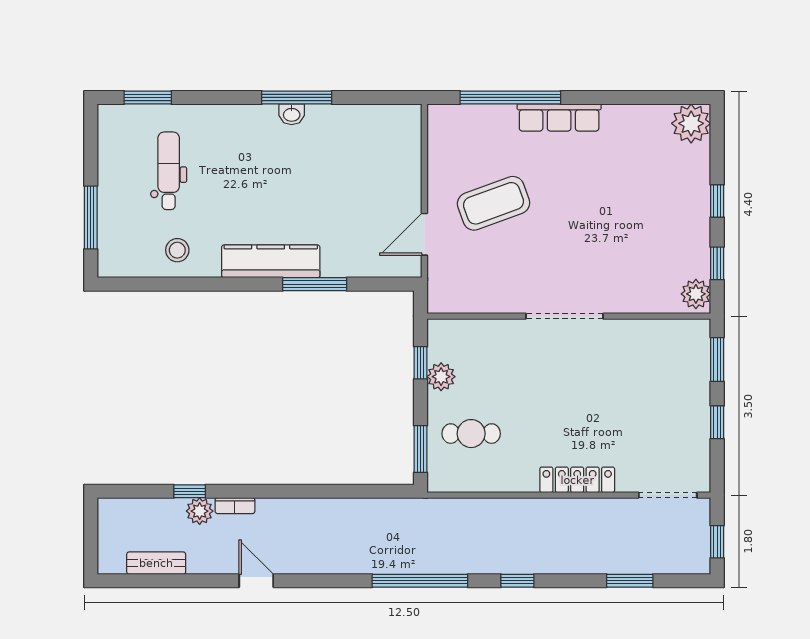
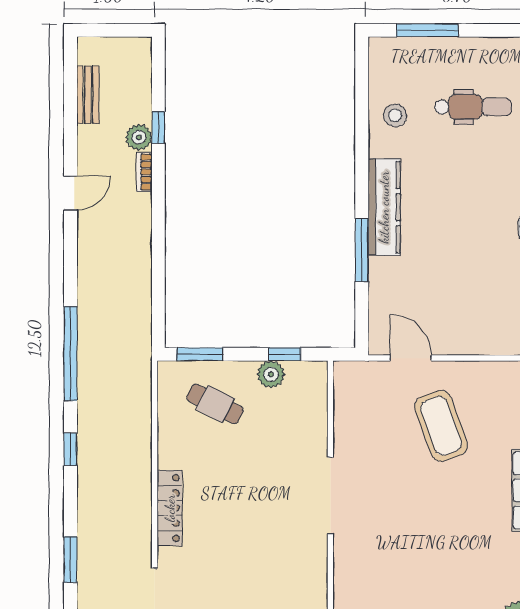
cafe table: (471, 434) -> (215, 404), turned -63

